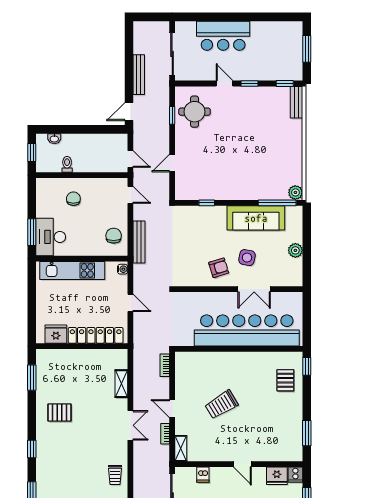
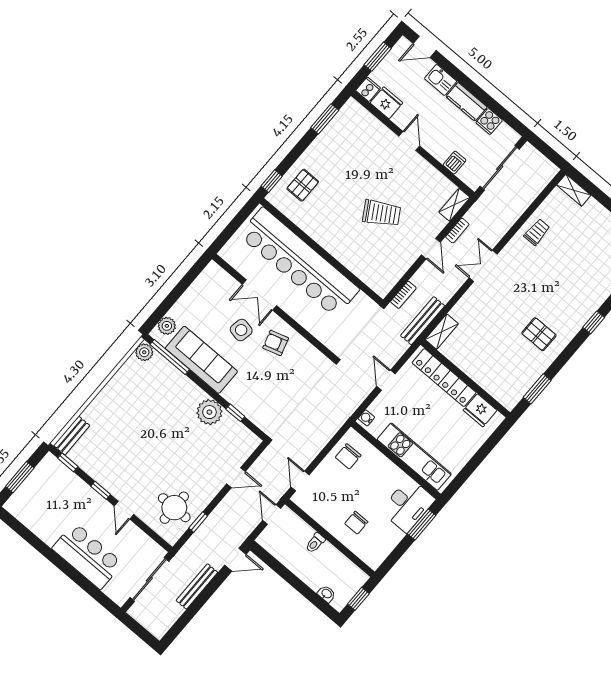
toilet: (67, 164) -> (315, 543), moved
plant: (223, 190) -> (209, 412), added
bench: (139, 242) -> (423, 321), moved
plant: (295, 250) -> (167, 326), moved
double door: (254, 289) -> (259, 295), swing flipped
shelving: (121, 384) -> (442, 332), moved

